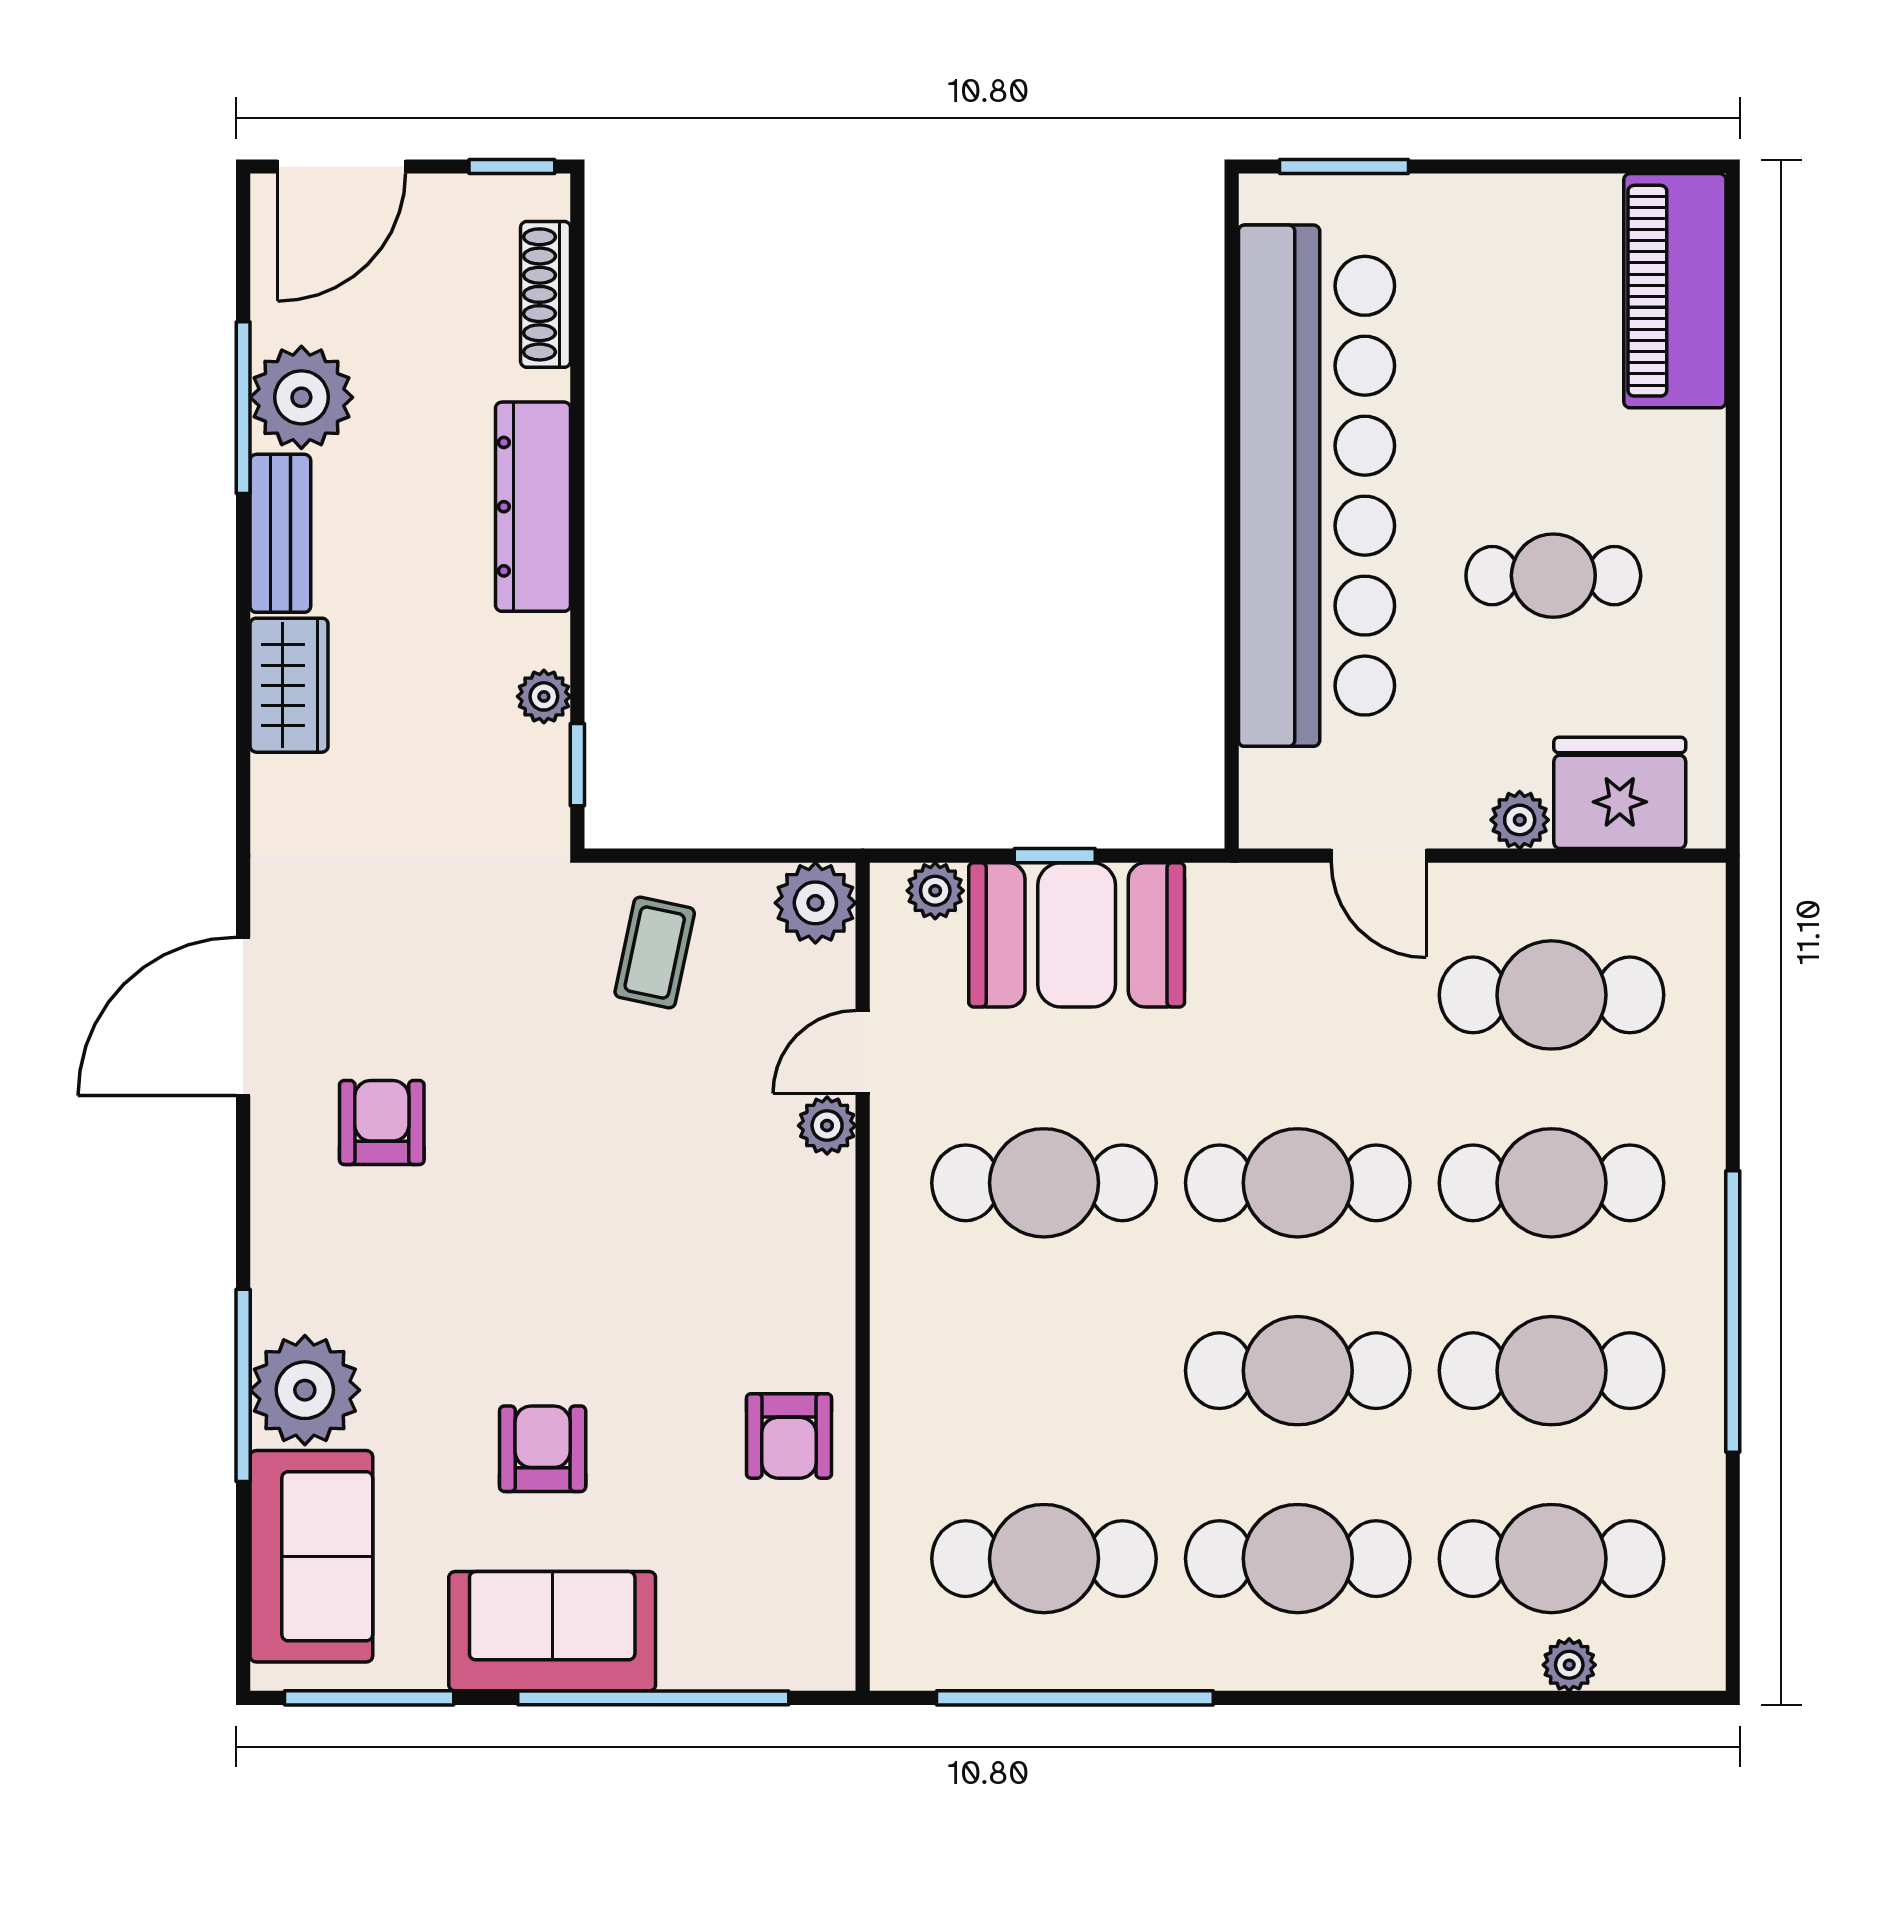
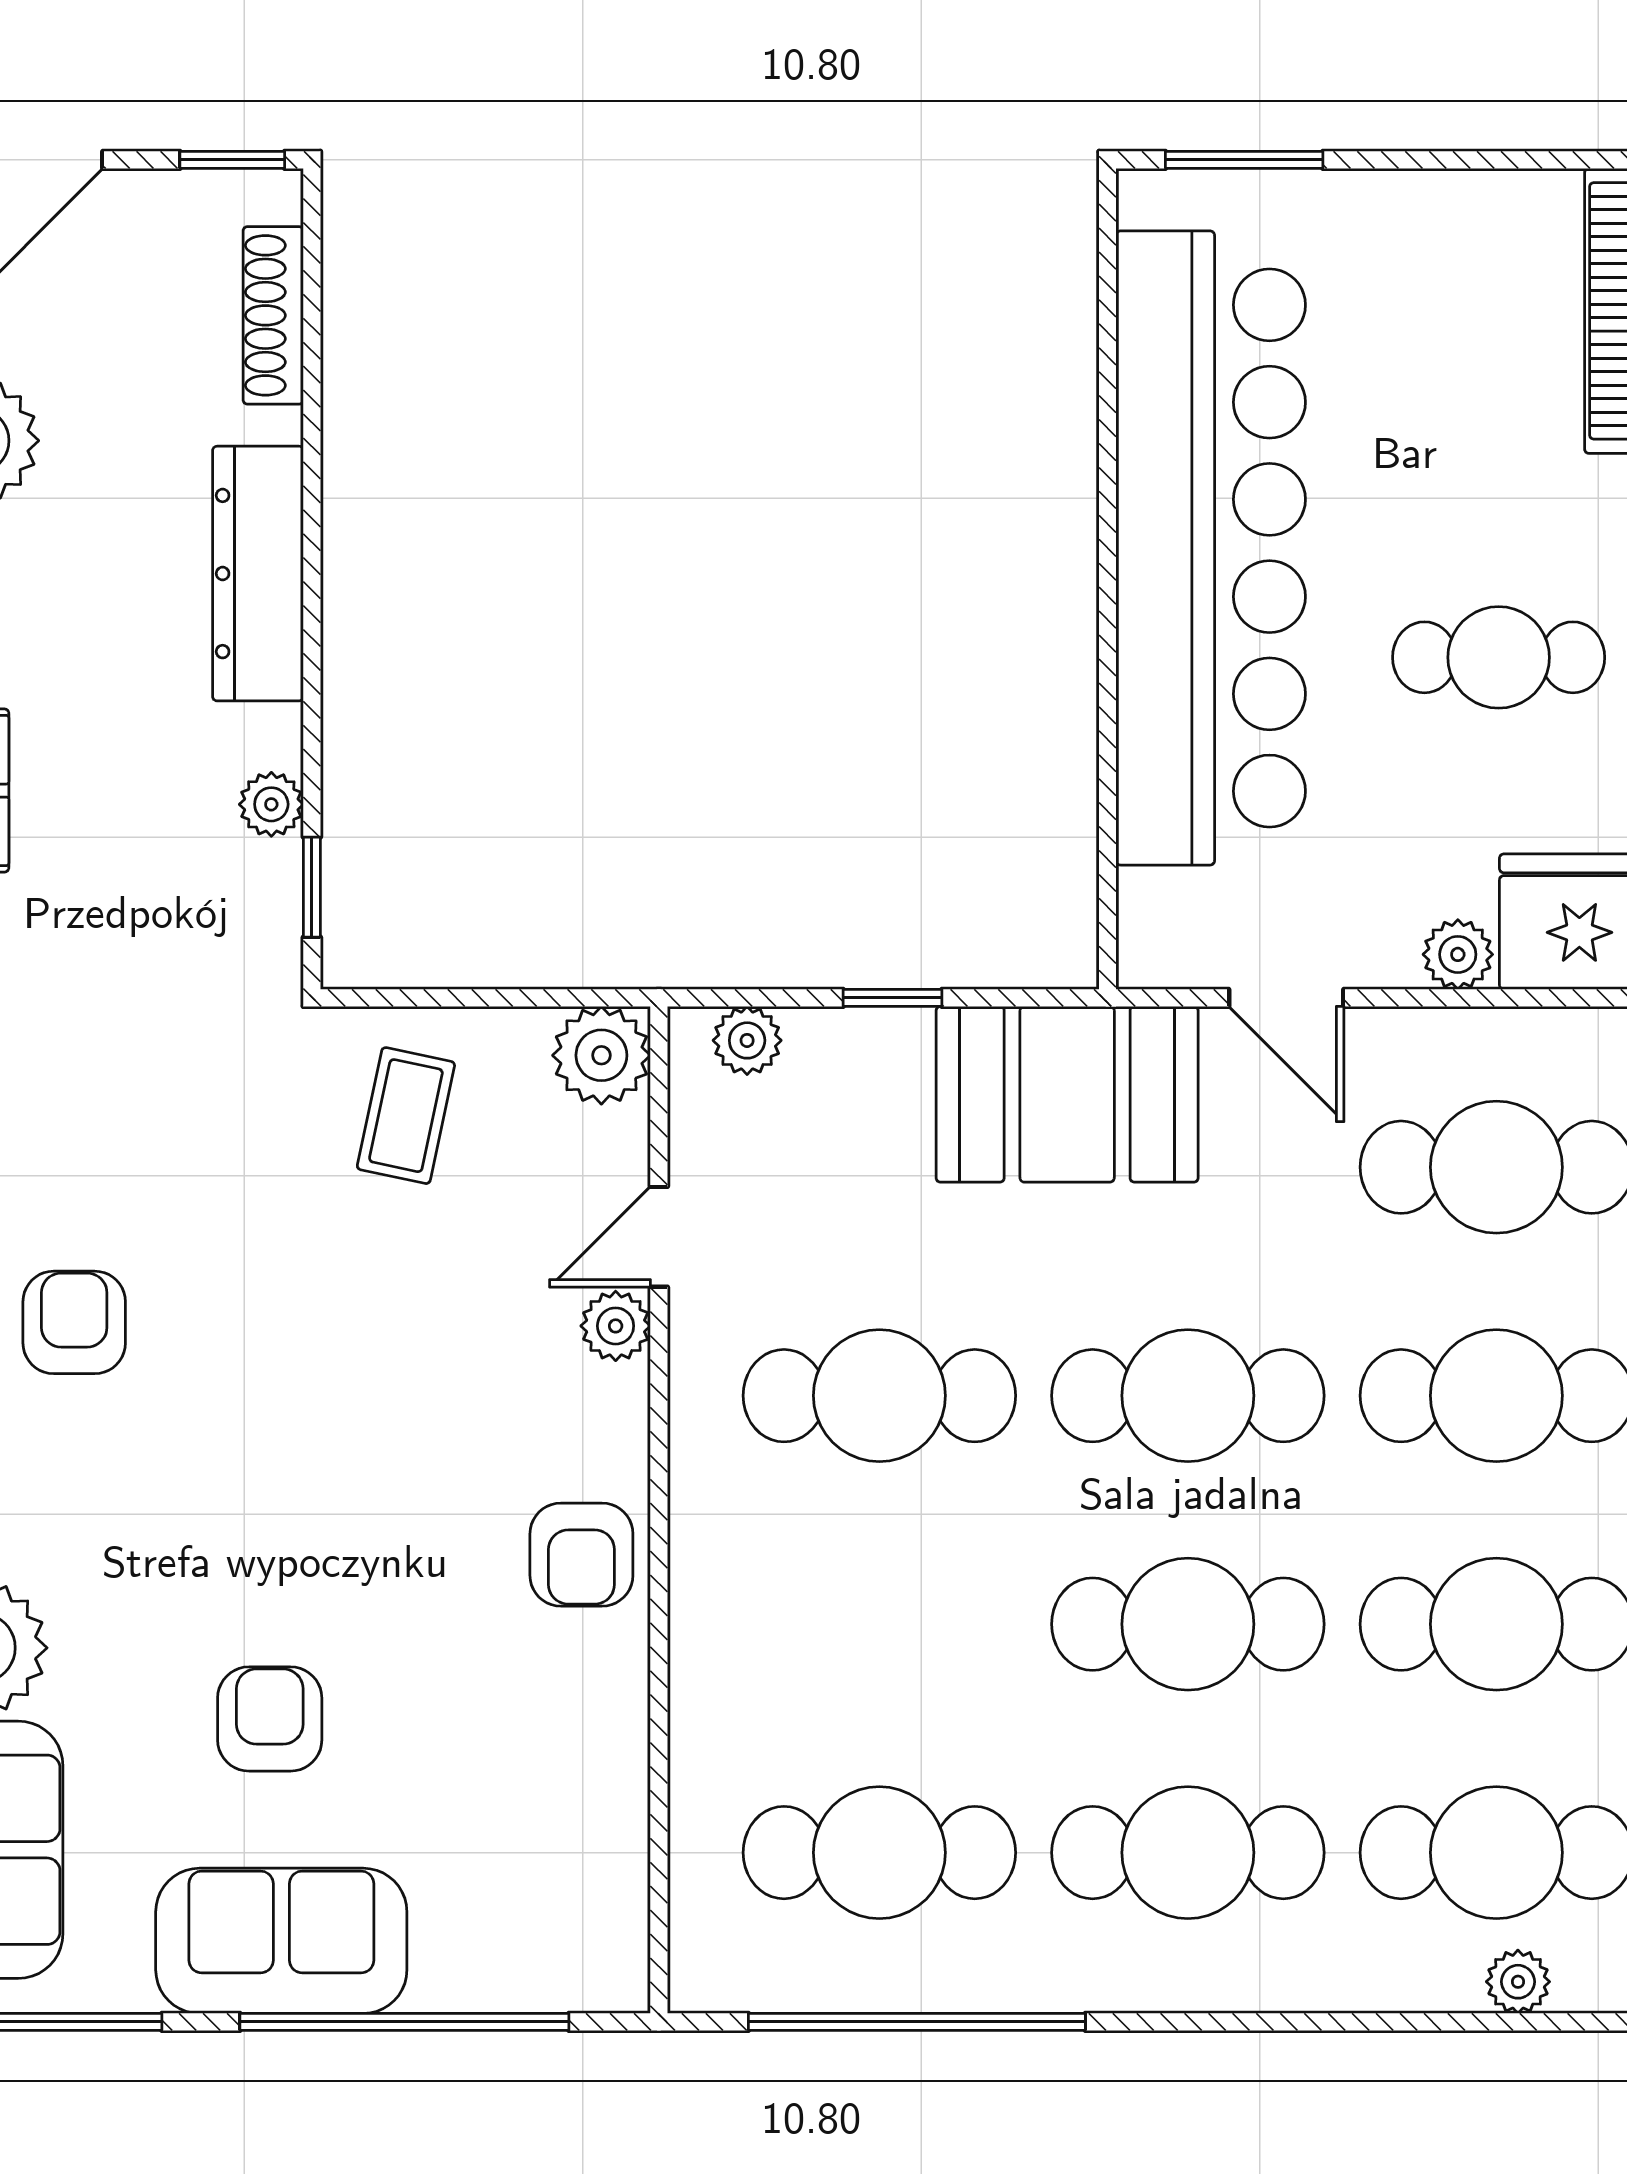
booth: (1077, 935) -> (1067, 1094), moved
armchair: (789, 1436) -> (581, 1555), moved

